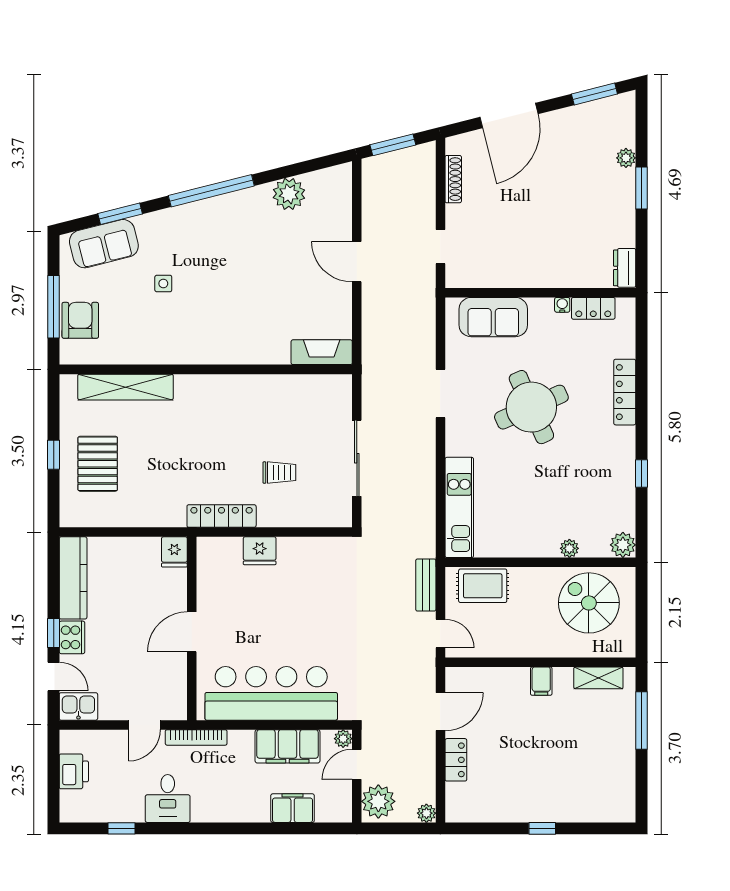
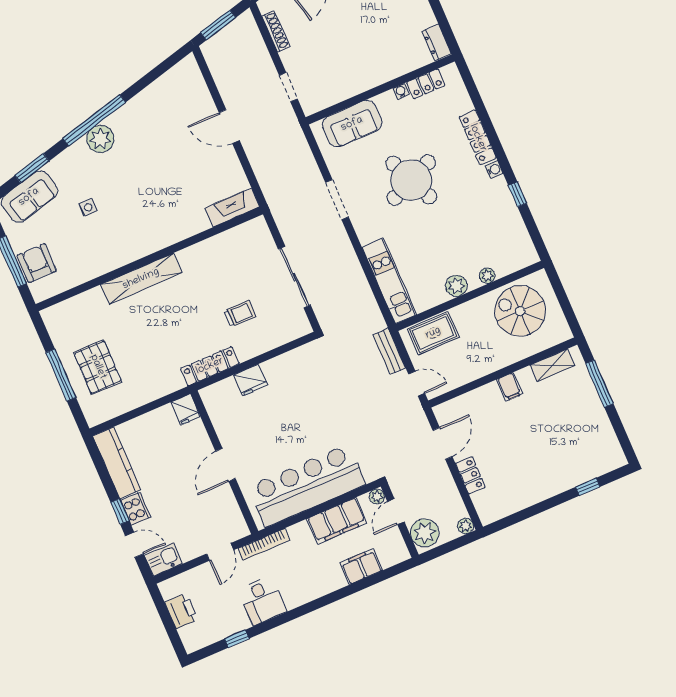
plant: (289, 194) -> (100, 139), moved
shelving: (125, 387) -> (141, 279), moved
water cooler: (627, 435) -> (494, 170), added
window: (54, 455) -> (61, 375), width x2.17
plant: (623, 545) -> (456, 286), moved
window: (542, 828) -> (588, 487), moved

